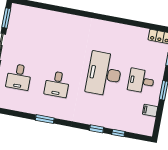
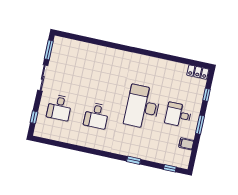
window: (45, 119) -> (83, 149), removed
window: (118, 133) -> (170, 168), moved

